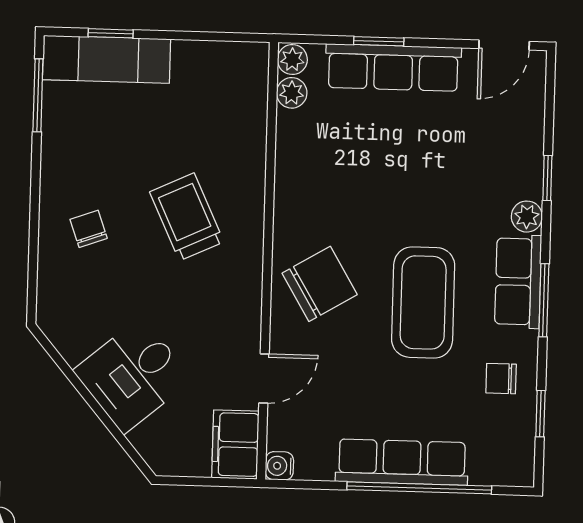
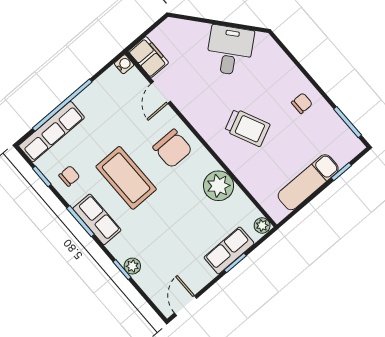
exam couch: (106, 59) -> (308, 182), moved
row of seats: (393, 68) -> (229, 250), width x0.68
plant: (292, 93) -> (219, 186), moved, width x1.88, depth x1.88
plant: (527, 217) -> (132, 266), moved
chair: (89, 229) -> (302, 103), moved, turned -70
chair: (320, 284) -> (173, 149), turned -59
desk: (133, 375) -> (230, 50), moved
row of seats: (402, 462) -> (52, 132), moved

